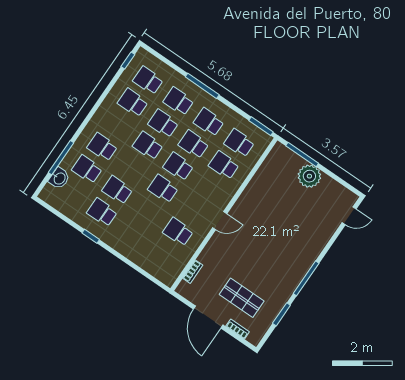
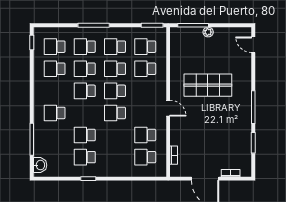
school desk: (87, 169) -> (145, 157), moved
plant: (309, 176) -> (208, 32), width x0.53, depth x0.53
washbasin: (59, 178) -> (40, 165), moved
door: (349, 216) -> (253, 45), swing flipped
door: (220, 221) -> (168, 108), hinge flipped
shop shelf: (242, 298) -> (208, 85), moved, width x1.43, depth x1.36

